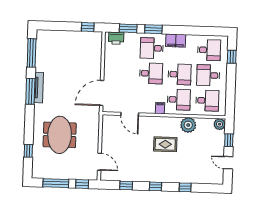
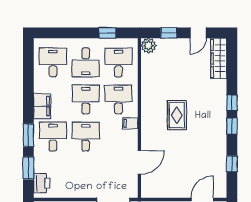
desk: (152, 48) -> (53, 137), turned 180
window: (232, 57) -> (107, 33), moved
plant: (188, 125) -> (151, 86), removed
wardrobe: (208, 178) -> (219, 58), added
window: (185, 187) -> (232, 103), moved

